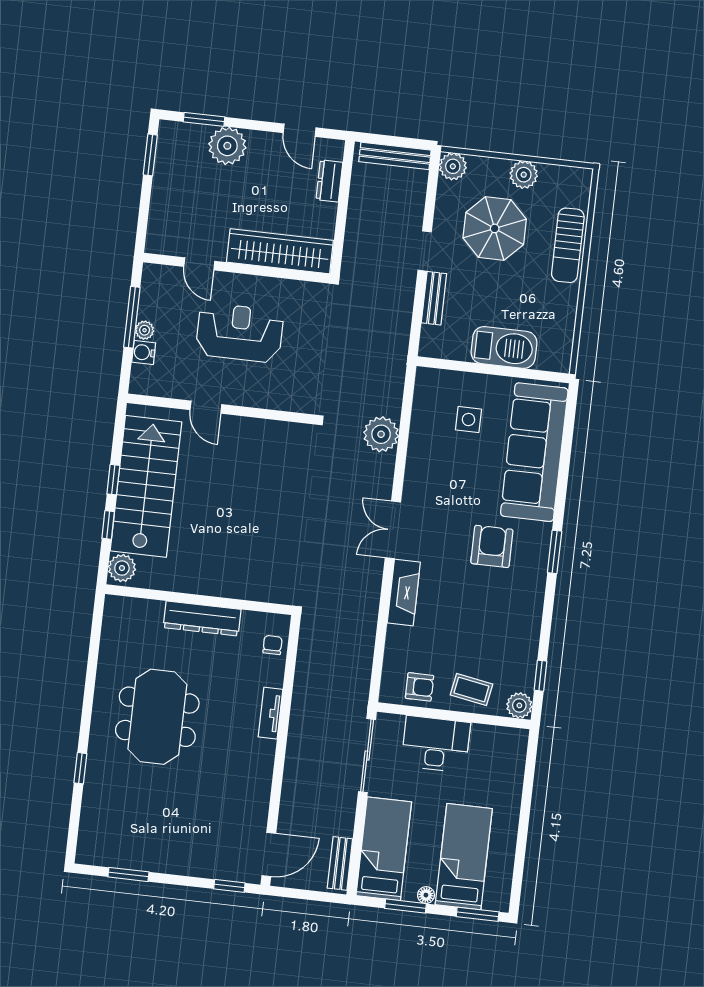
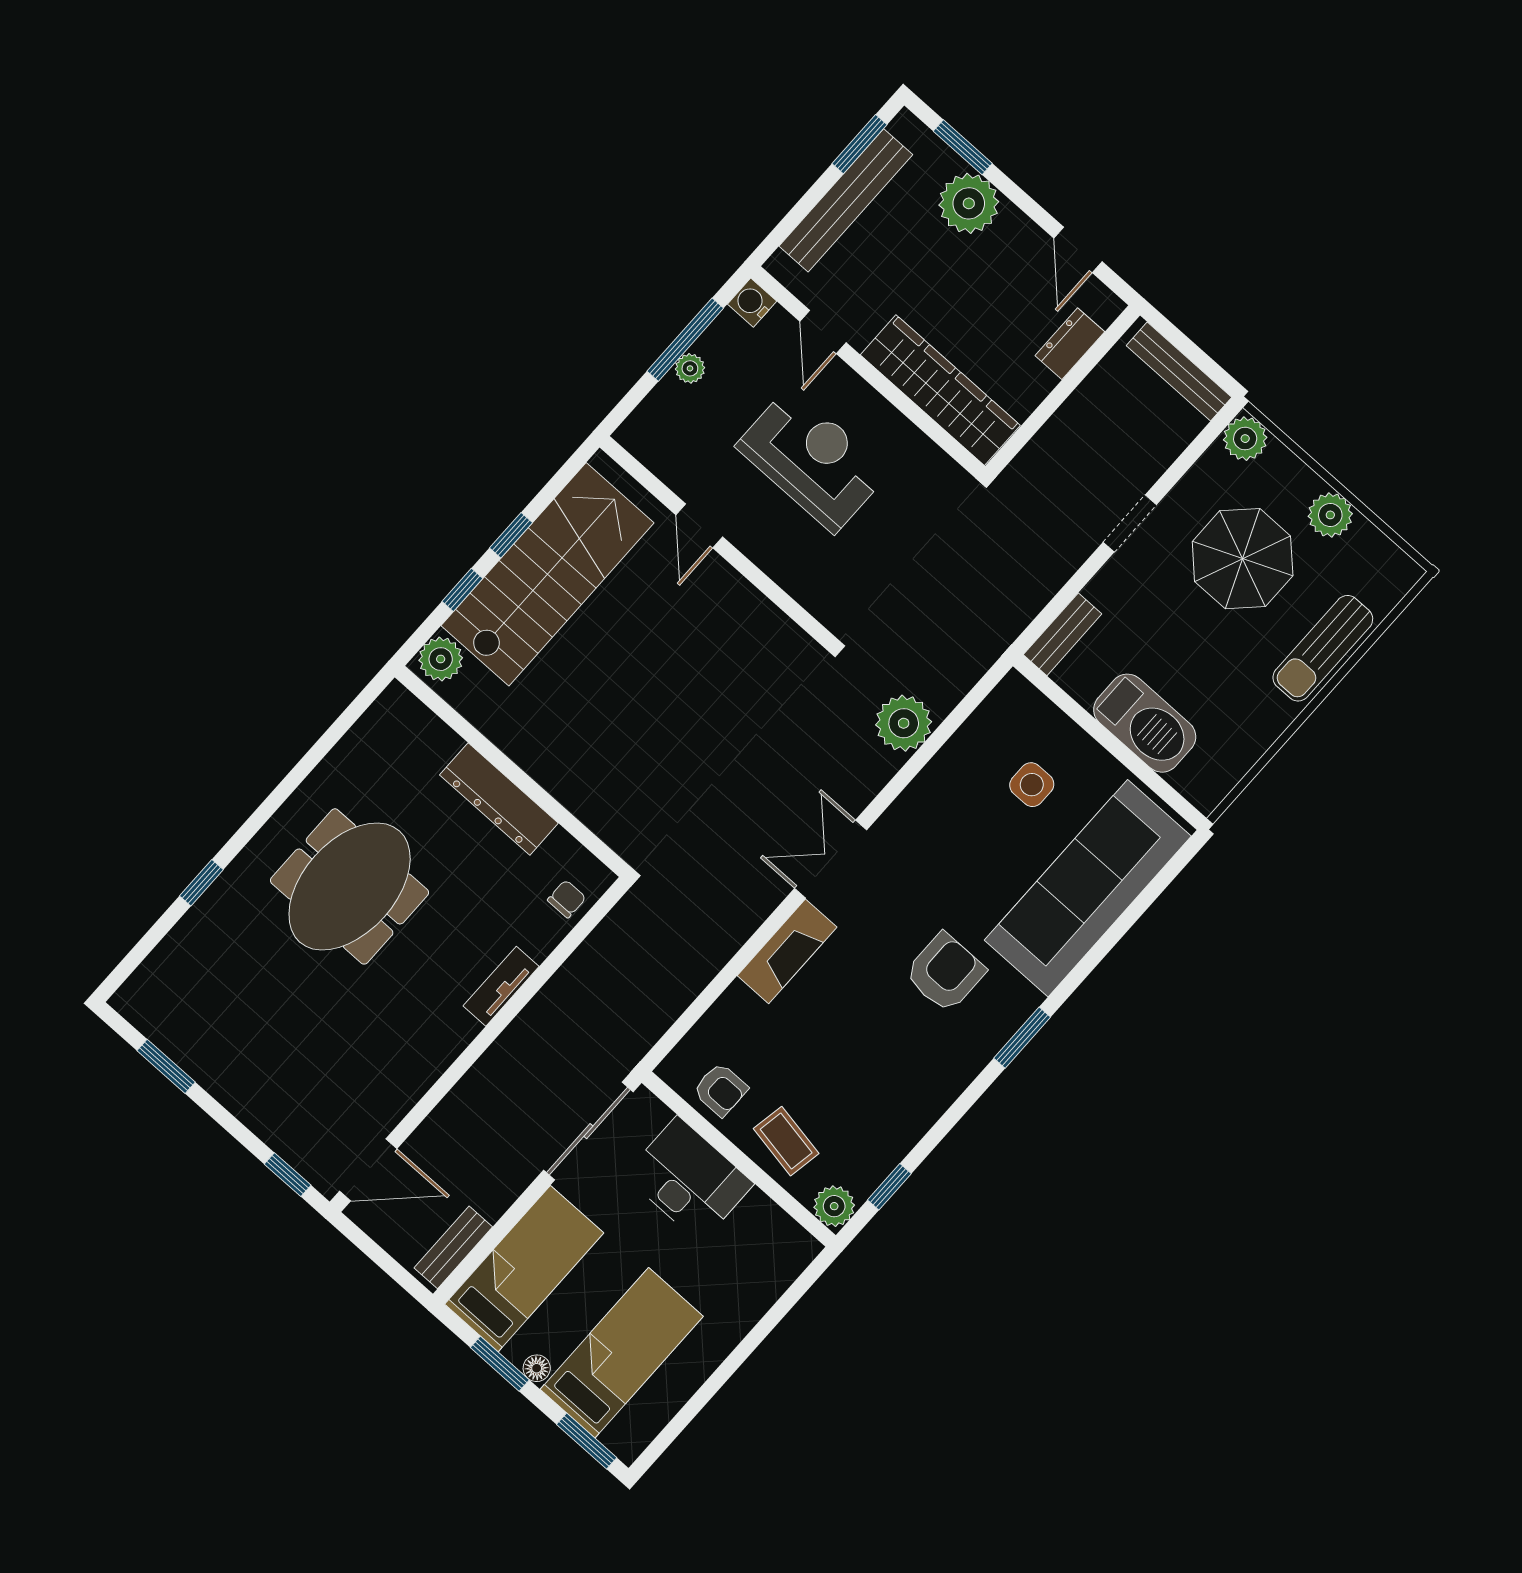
bench: (164, 189) -> (846, 200), added
bench: (434, 298) -> (1063, 634), moved
water cooler: (144, 352) -> (752, 303), moved

